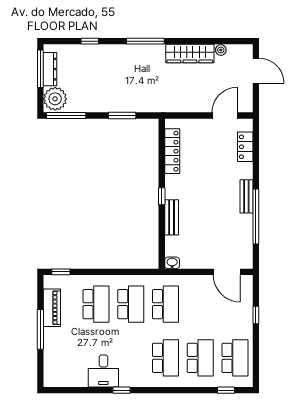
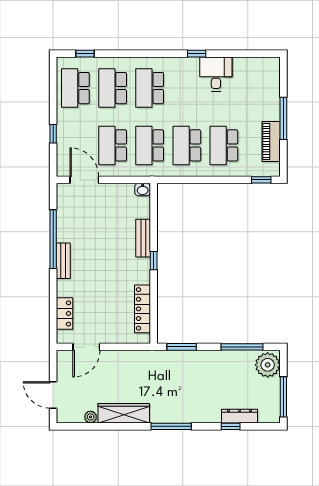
dresser: (50, 69) -> (239, 416), moved, turned 90
window: (66, 116) -> (242, 347), moved
window: (122, 116) -> (182, 347), moved
school desk: (200, 304) -> (113, 145), added

